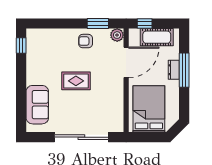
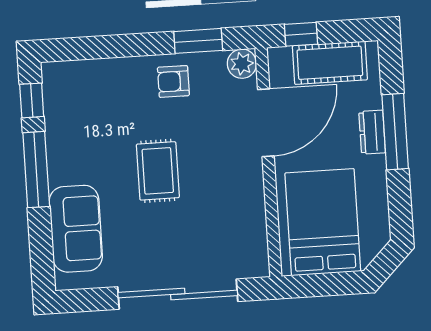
window: (21, 77) -> (36, 170), added
rug: (76, 81) -> (158, 171), turned 90

